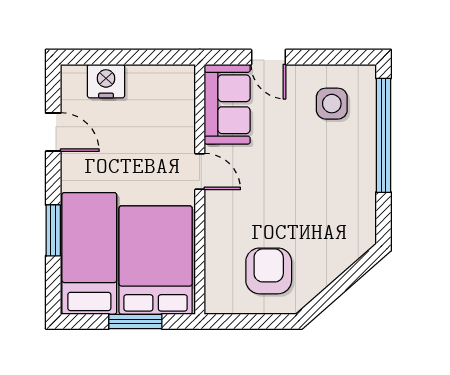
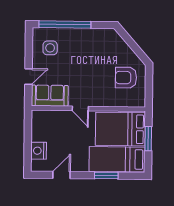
door: (200, 172) -> (80, 108), swing flipped

